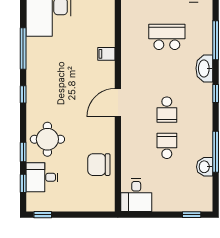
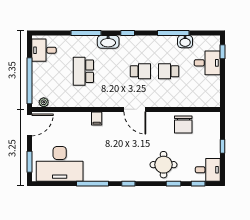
desk: (42, 177) -> (208, 170), moved, turned -90
desk: (136, 195) -> (207, 63), moved
window: (43, 215) -> (223, 146), moved

